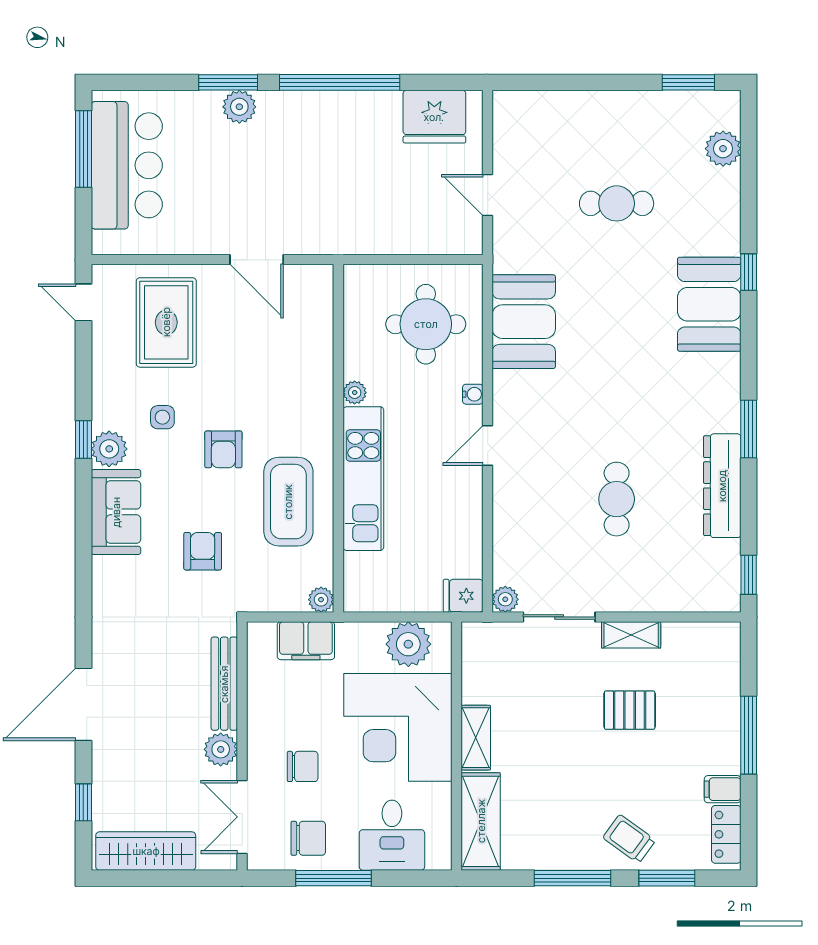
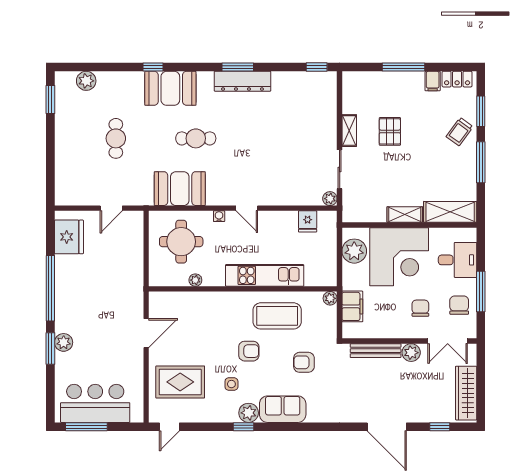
plant: (355, 393) -> (195, 280), moved
dresser: (722, 486) -> (242, 81), moved
cafe table: (617, 499) -> (196, 138), moved
fridge: (463, 596) -> (308, 221), moved

